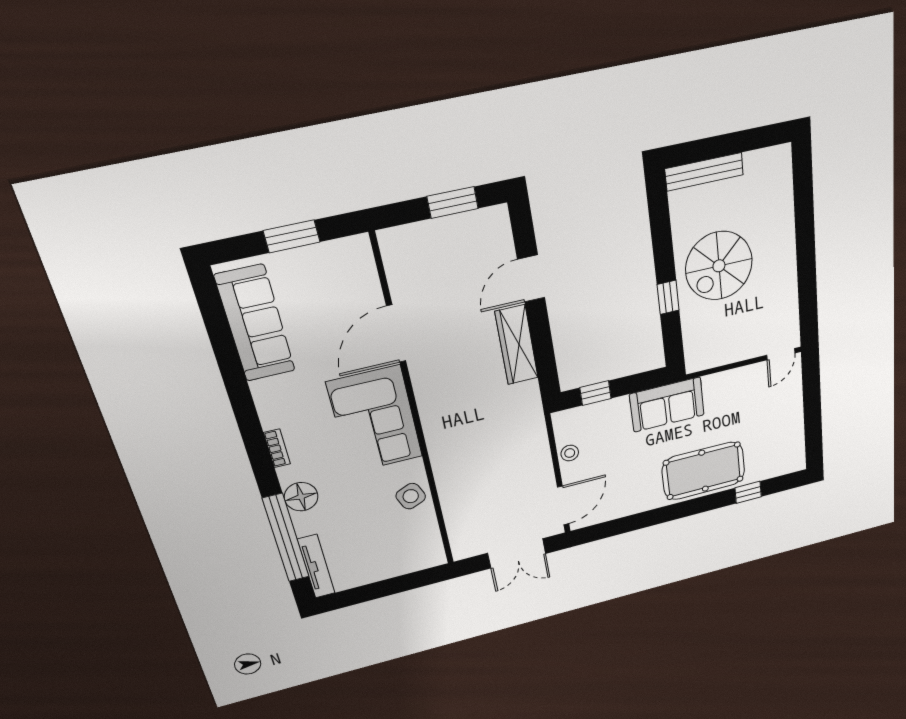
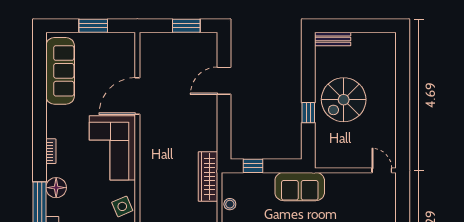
bench: (704, 172) -> (333, 39), width x0.73
wardrobe: (517, 345) -> (208, 176), moved
door: (781, 354) -> (382, 170), swing flipped

